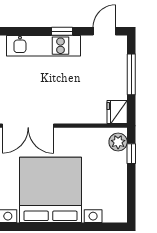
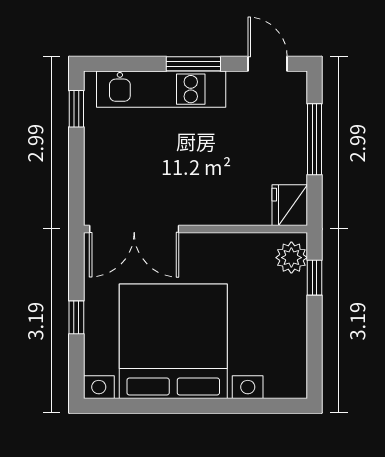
window: (62, 31) -> (193, 64), width x1.50
door: (104, 31) -> (268, 64), hinge flipped

